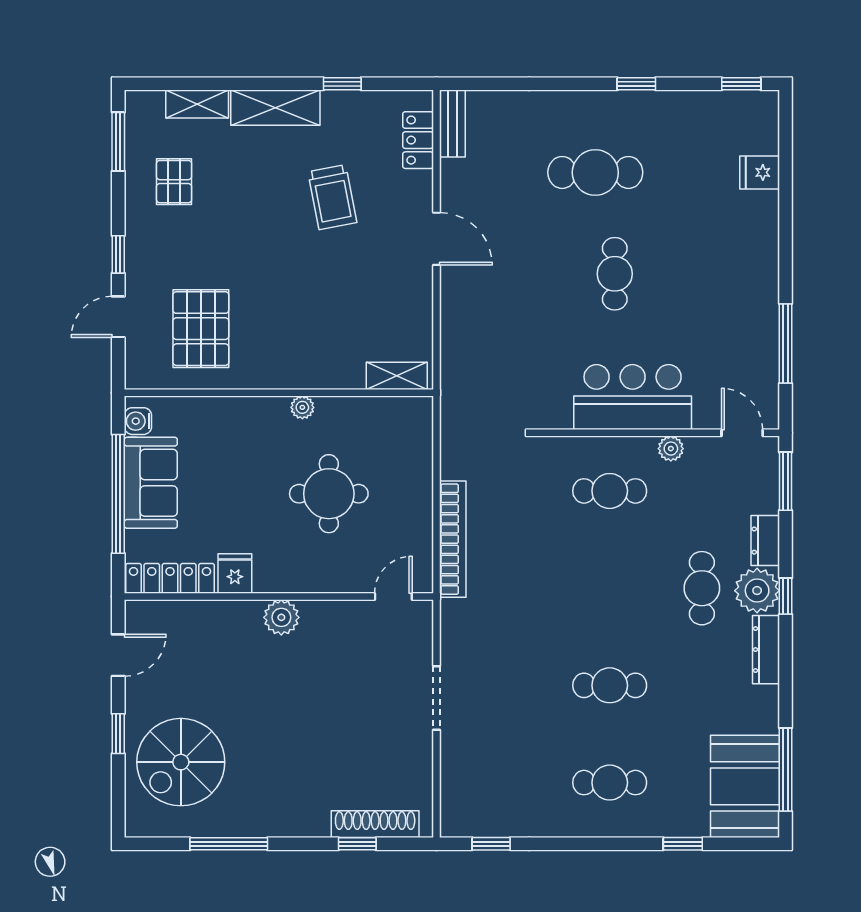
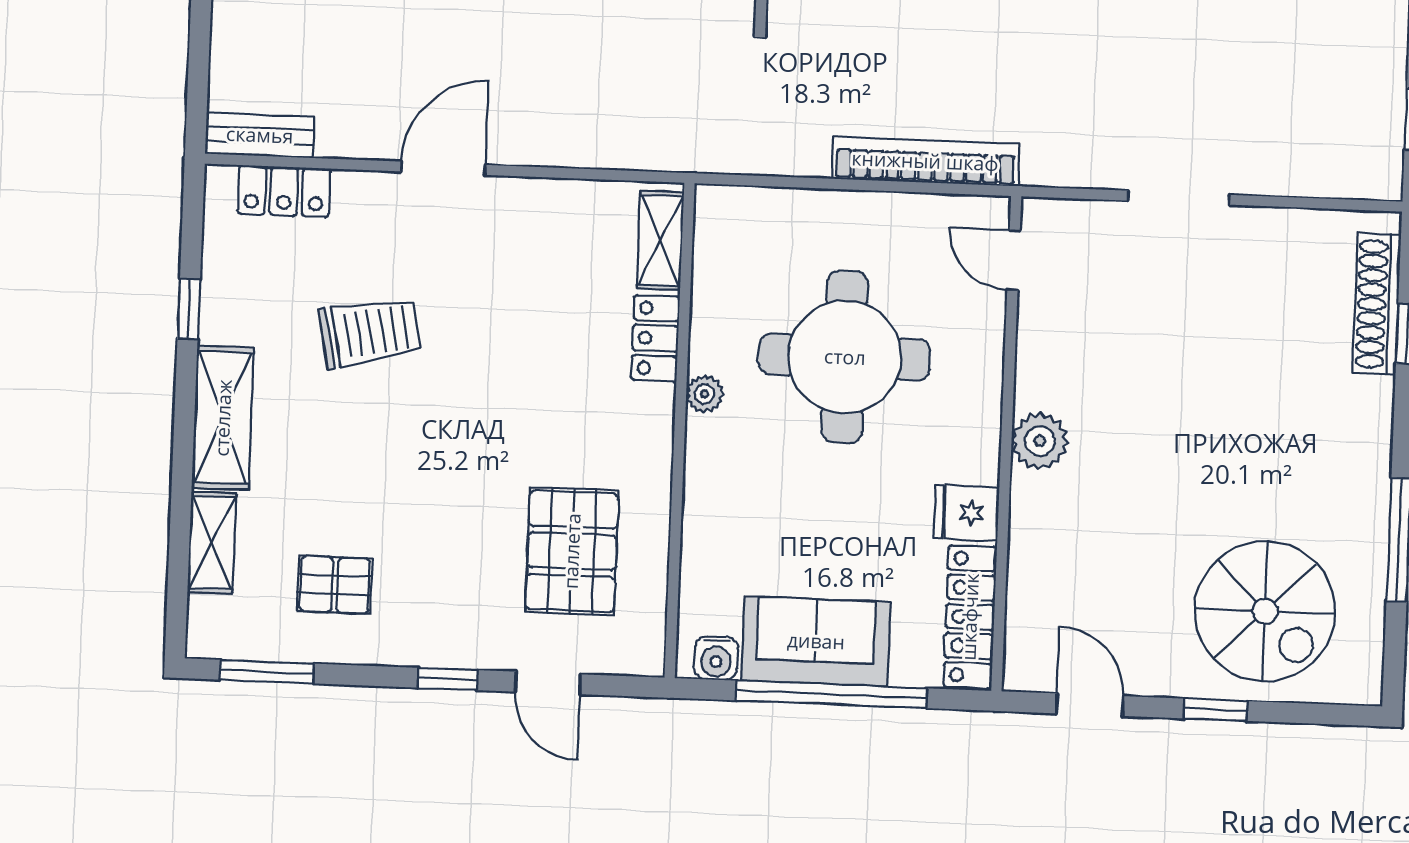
pallet: (201, 329) -> (572, 551), turned 90
locker: (336, 375) -> (656, 338), added
round table: (329, 494) -> (845, 357), width x1.36, depth x1.36

